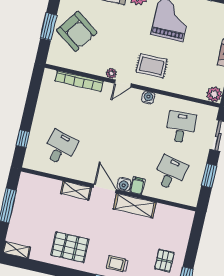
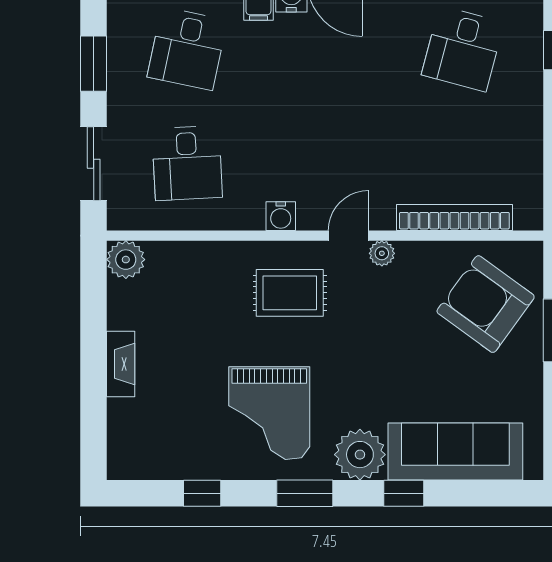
armchair: (77, 31) -> (486, 304), moved

